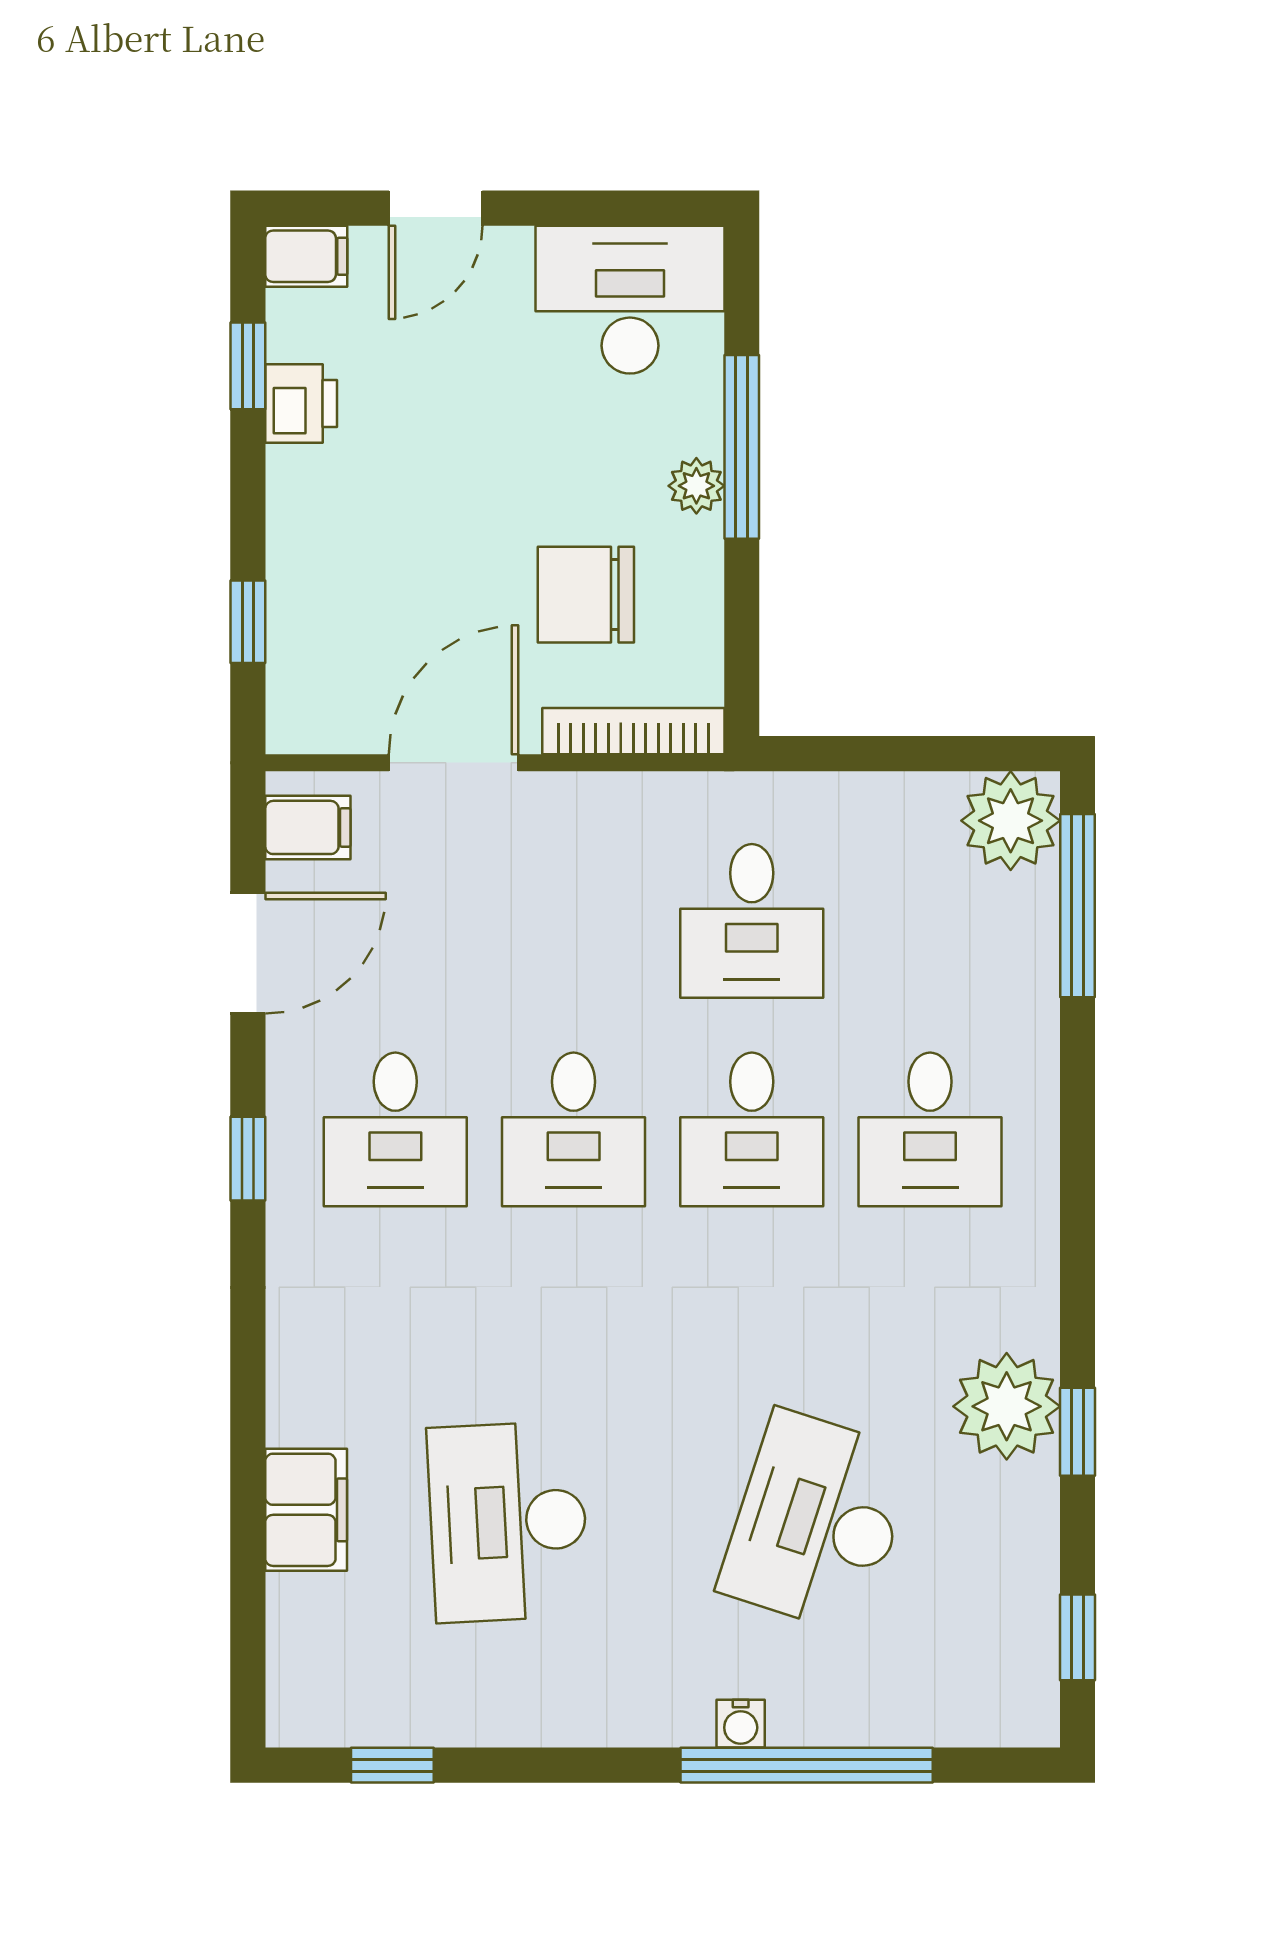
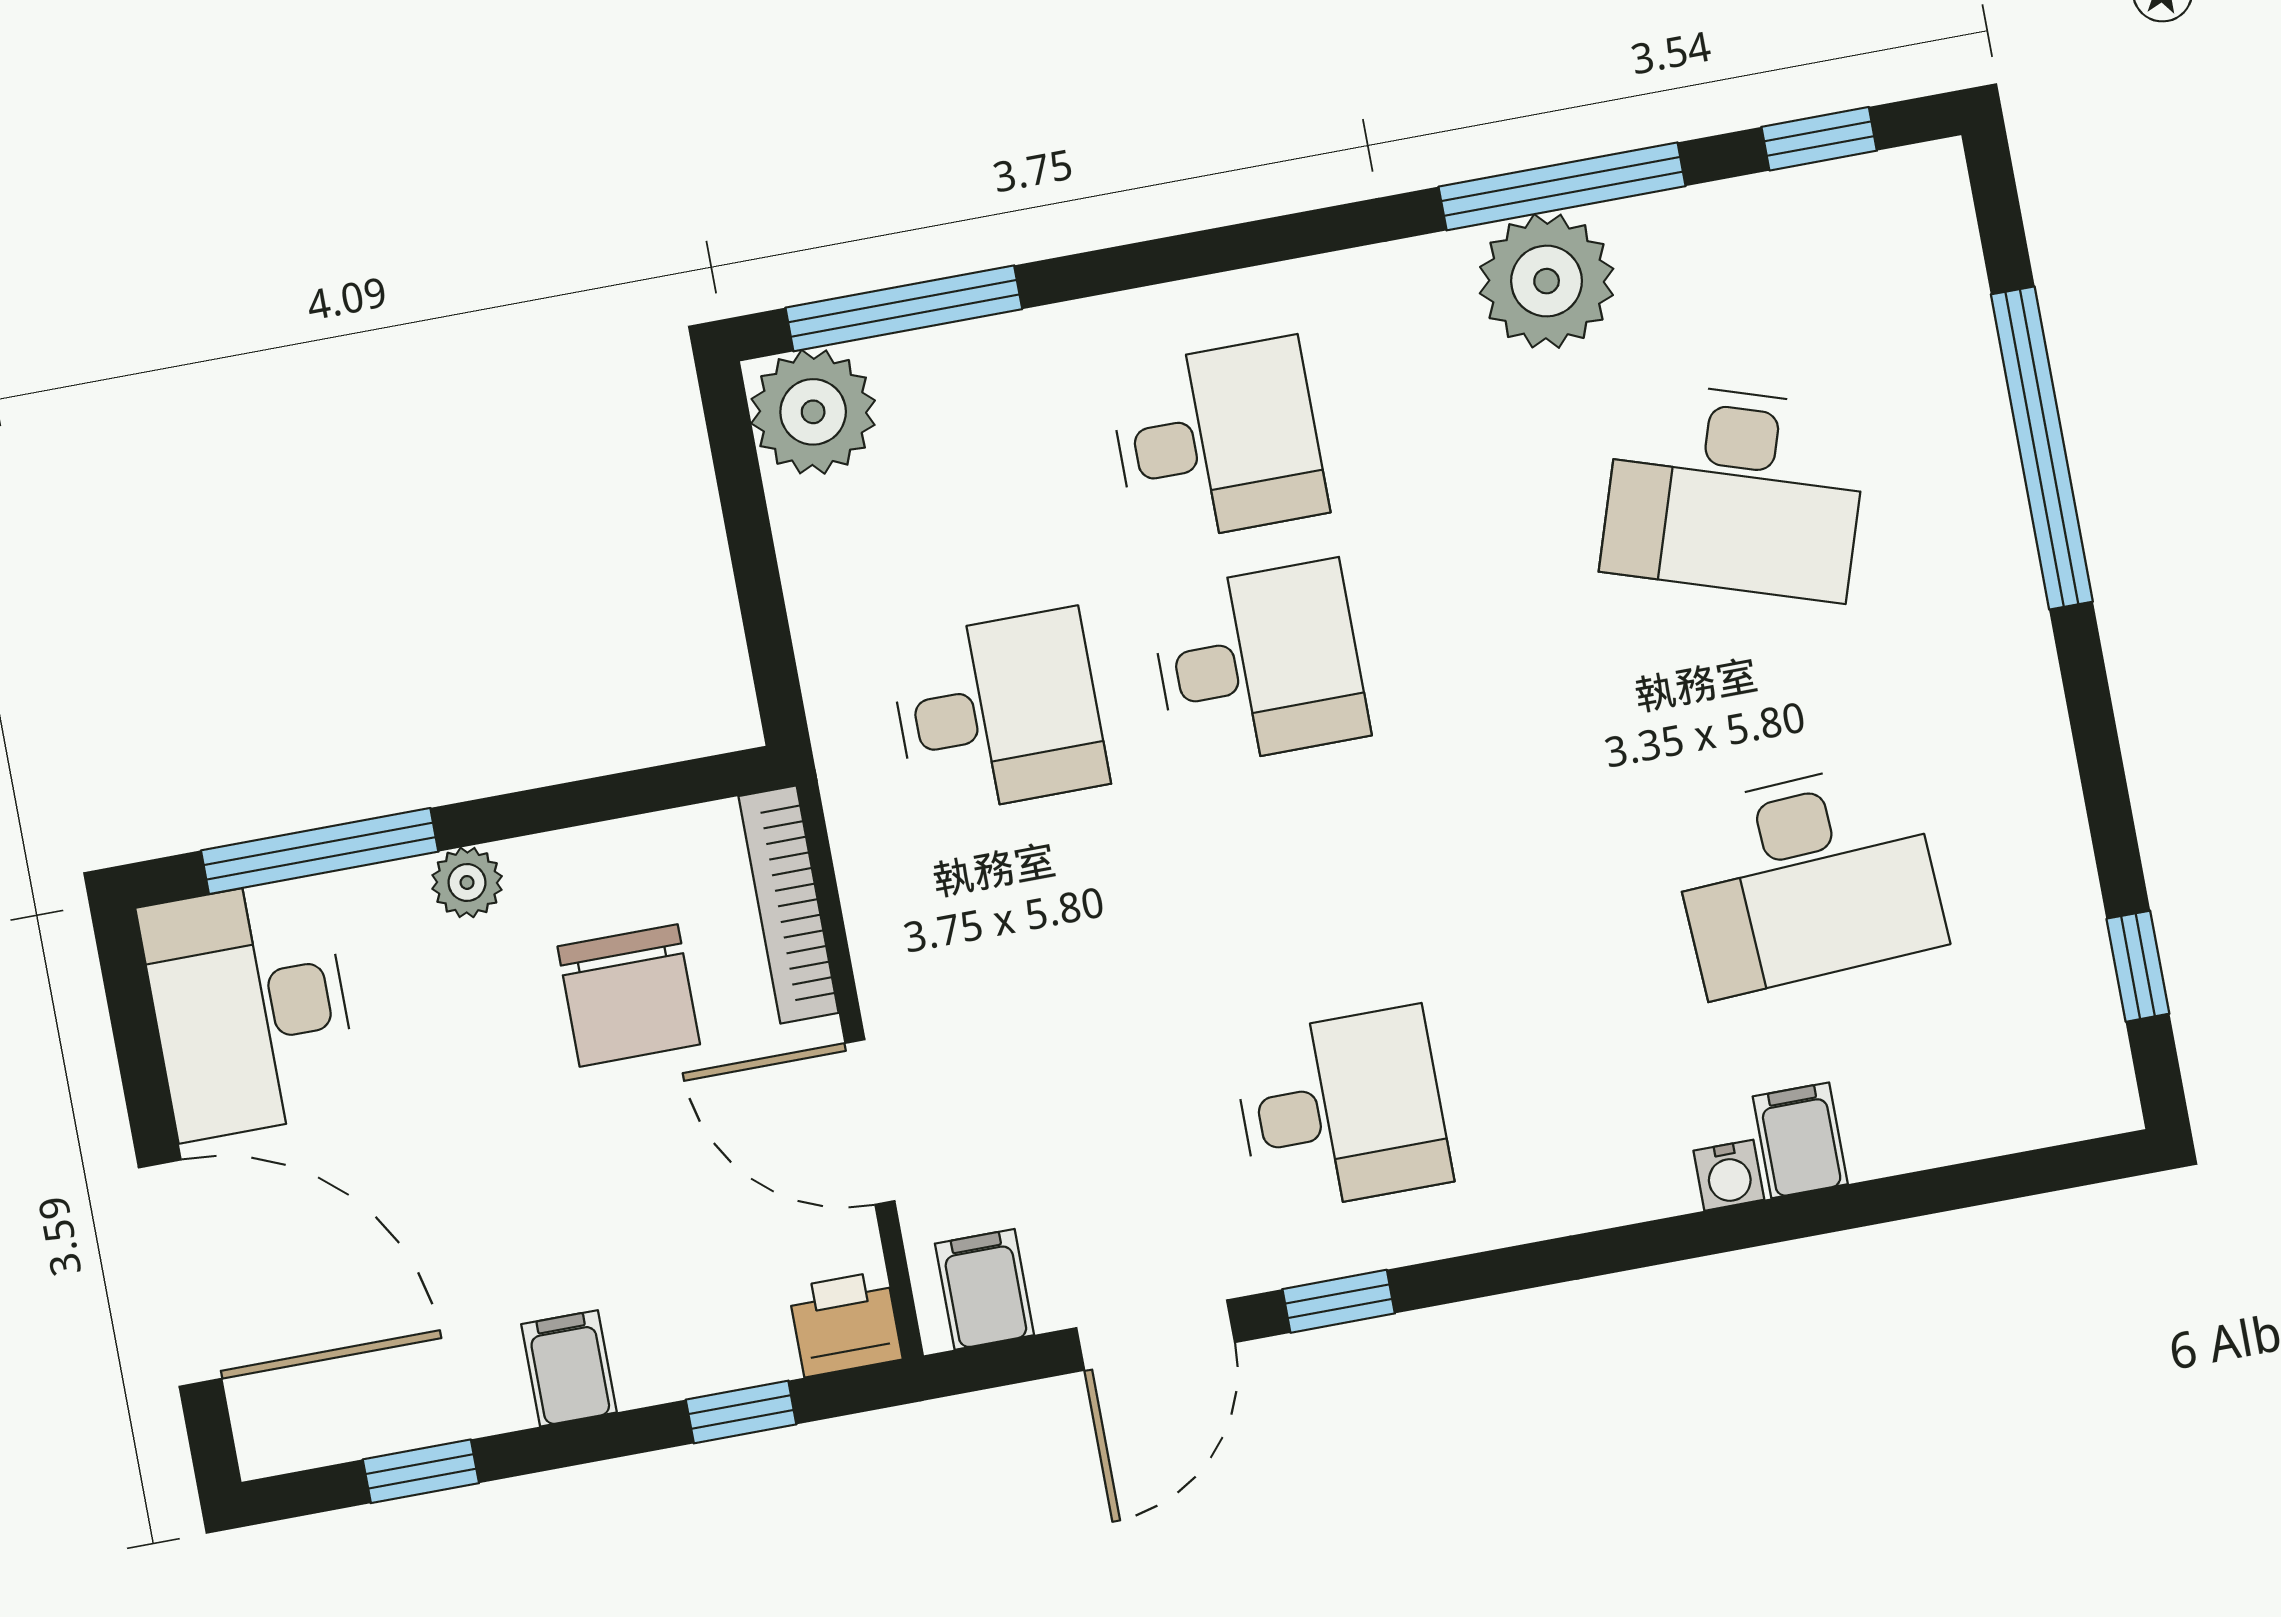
door: (436, 208) -> (180, 1273), width x1.87
filing cabinet: (306, 256) -> (569, 1368), moved
printer: (301, 404) -> (845, 1324), moved
window: (742, 447) -> (320, 851), moved
door: (248, 953) -> (1156, 1335), swing flipped
desk: (574, 1129) -> (1301, 887), removed
window: (248, 1159) -> (1339, 1301), moved
window: (1078, 1432) -> (1562, 186), width x2.17
filing cabinet: (306, 1510) -> (1800, 1140), width x0.50
water cooler: (741, 1724) -> (1729, 1175), moved, turned 90

